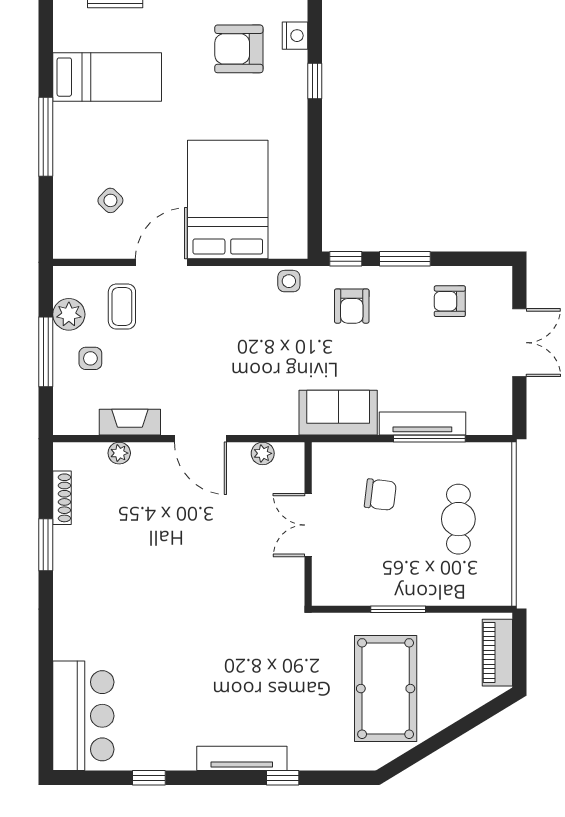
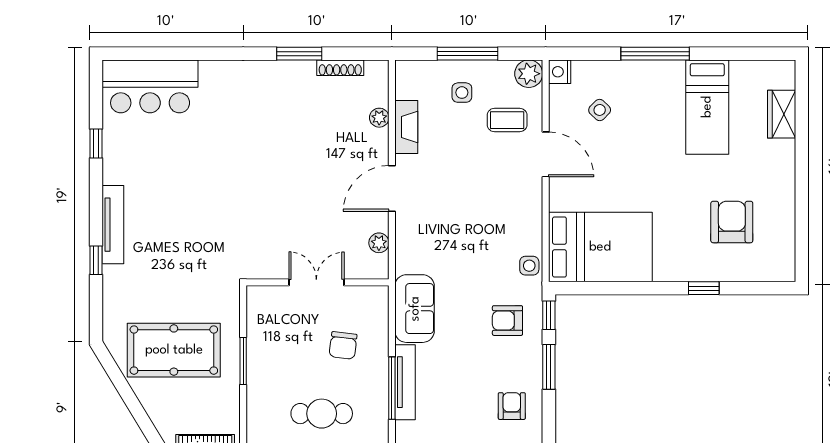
nightstand: (295, 36) -> (560, 72), moved, turned 90
bed: (228, 200) -> (600, 247), moved
plant: (69, 314) -> (529, 74), moved

